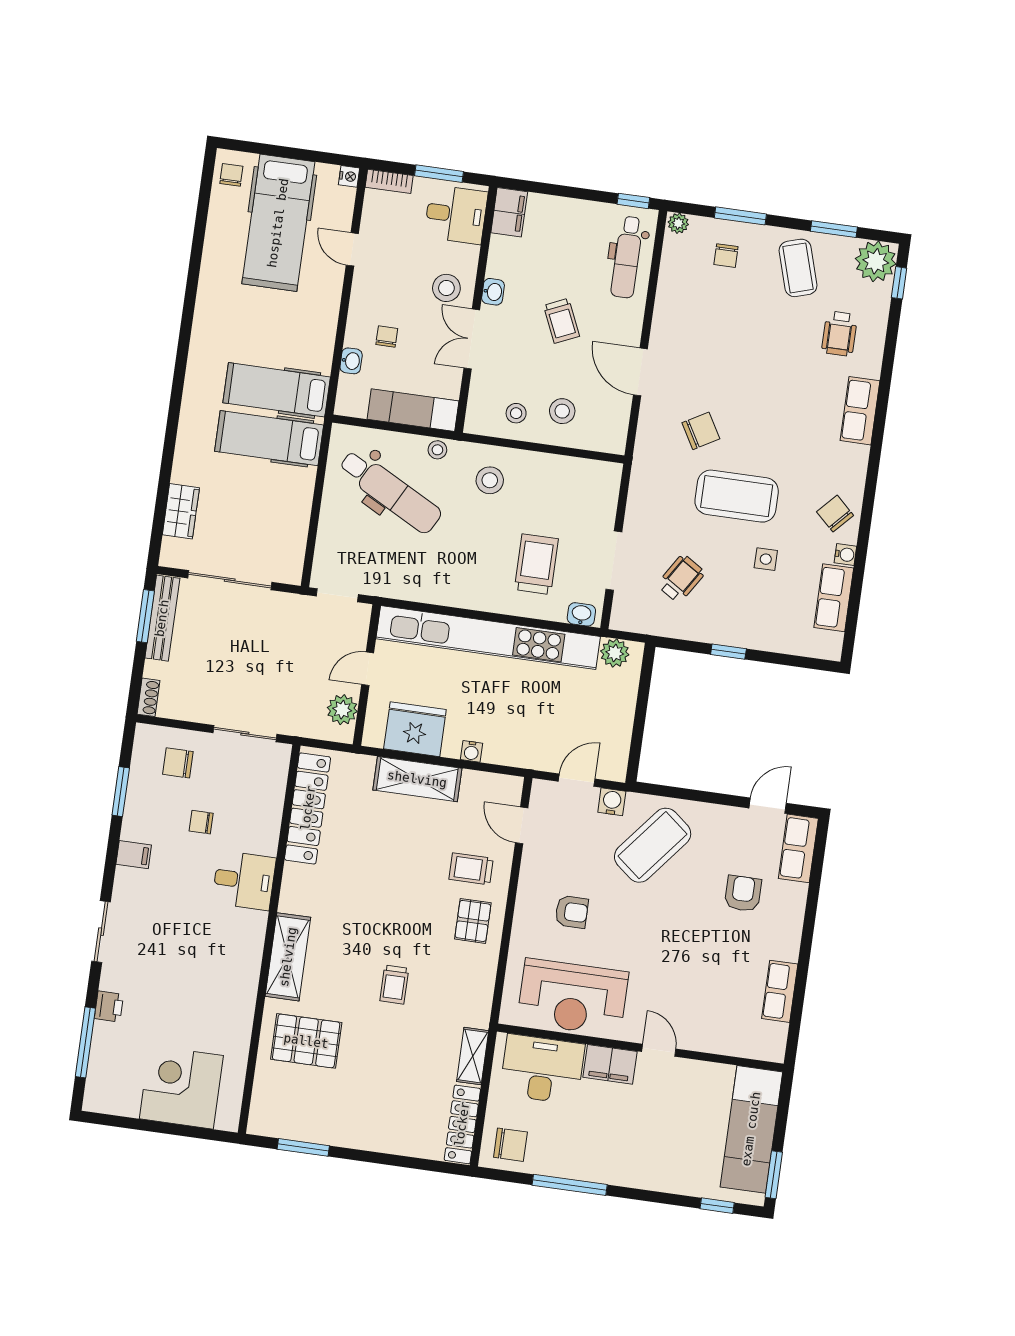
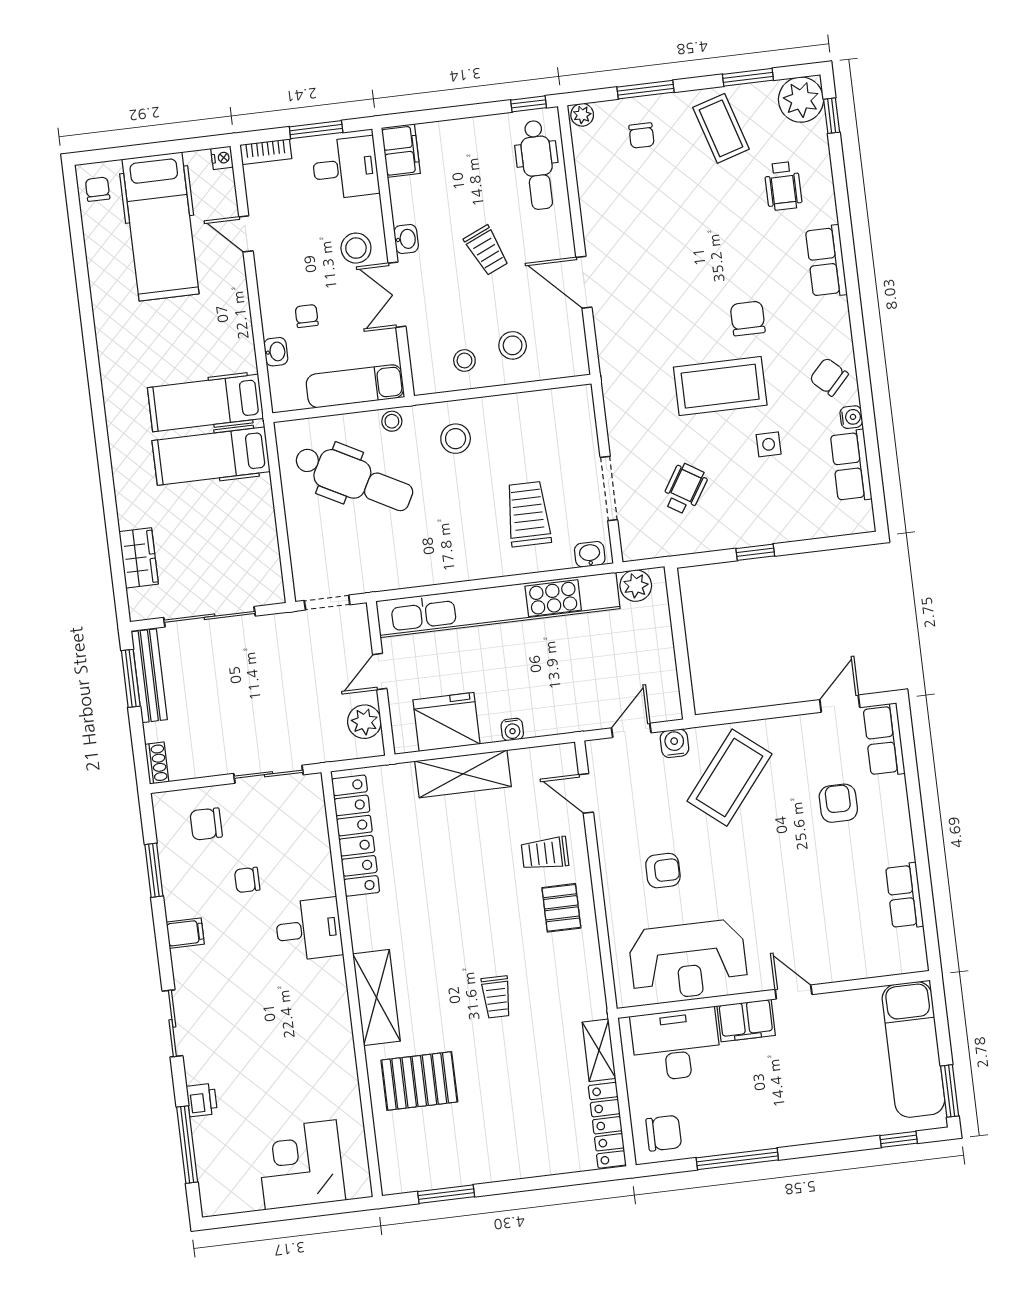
chair: (701, 431) -> (748, 318), moved, turned -60

